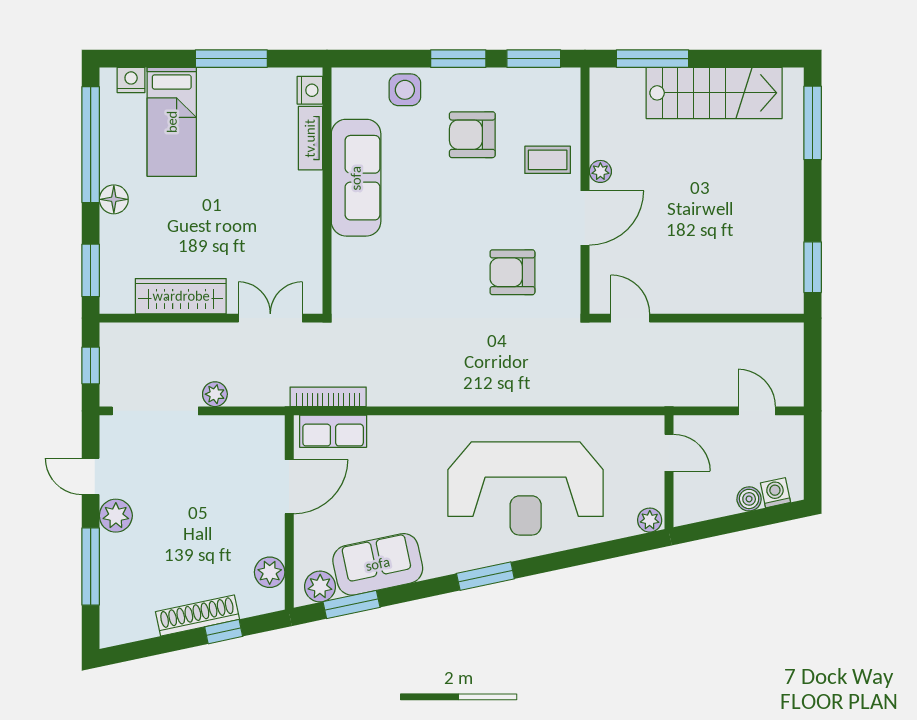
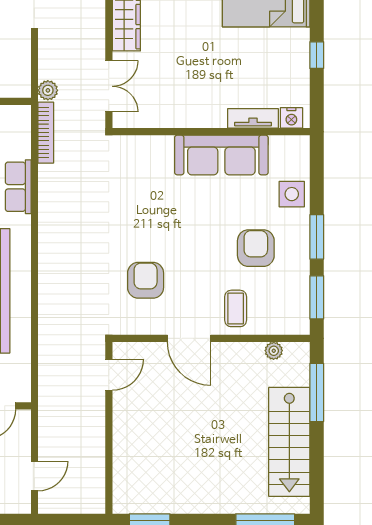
window: (231, 59) -> (317, 55), width x0.46
plant: (600, 171) -> (274, 351), moved
plant: (215, 394) -> (48, 90), moved
row of seats: (333, 431) -> (18, 187), moved

